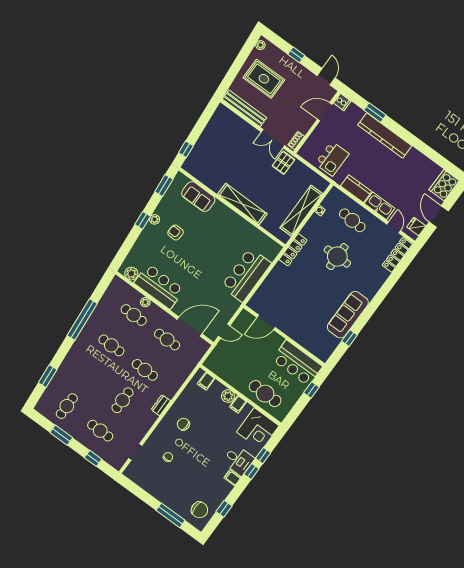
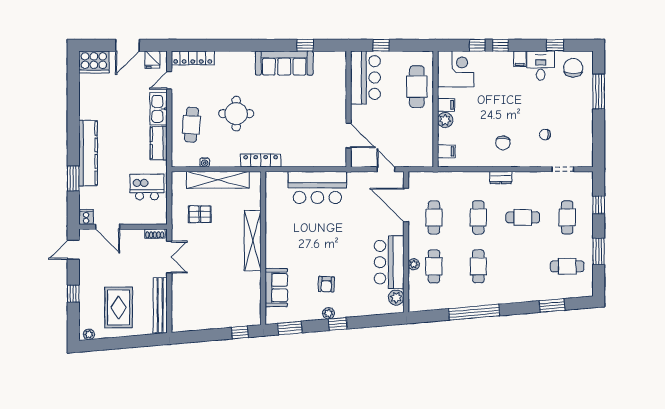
pallet: (283, 163) -> (200, 214), moved
desk: (238, 460) -> (541, 66), moved

